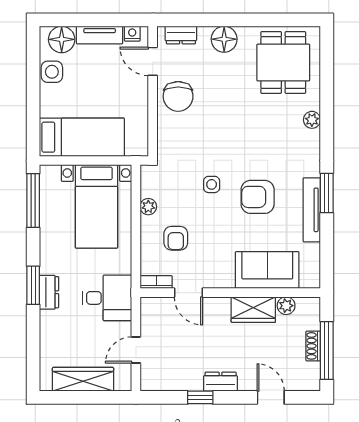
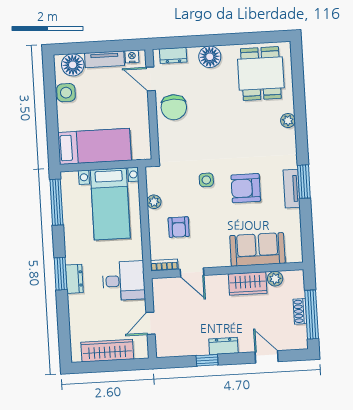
tv unit: (312, 210) -> (292, 189), width x0.71

